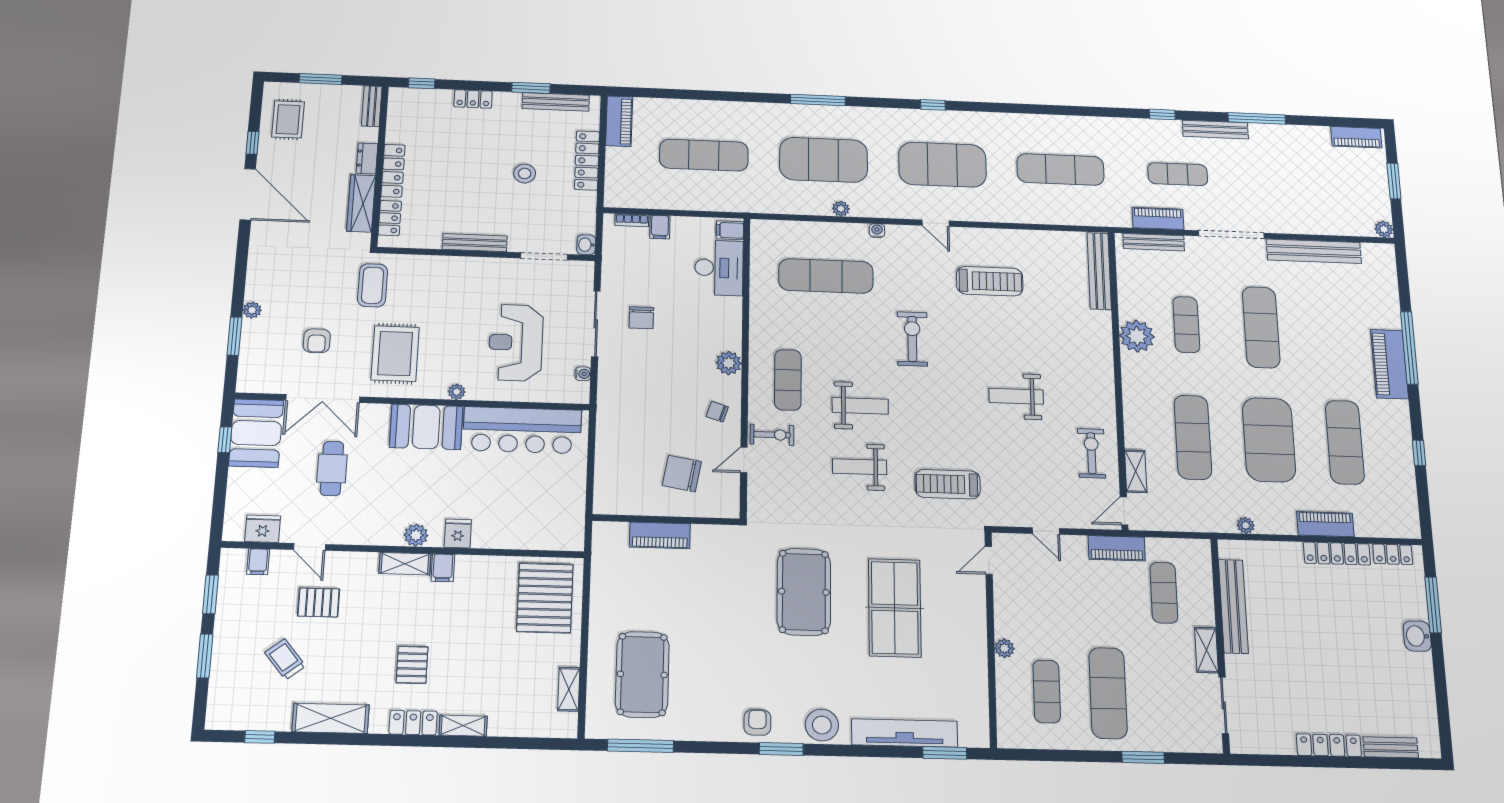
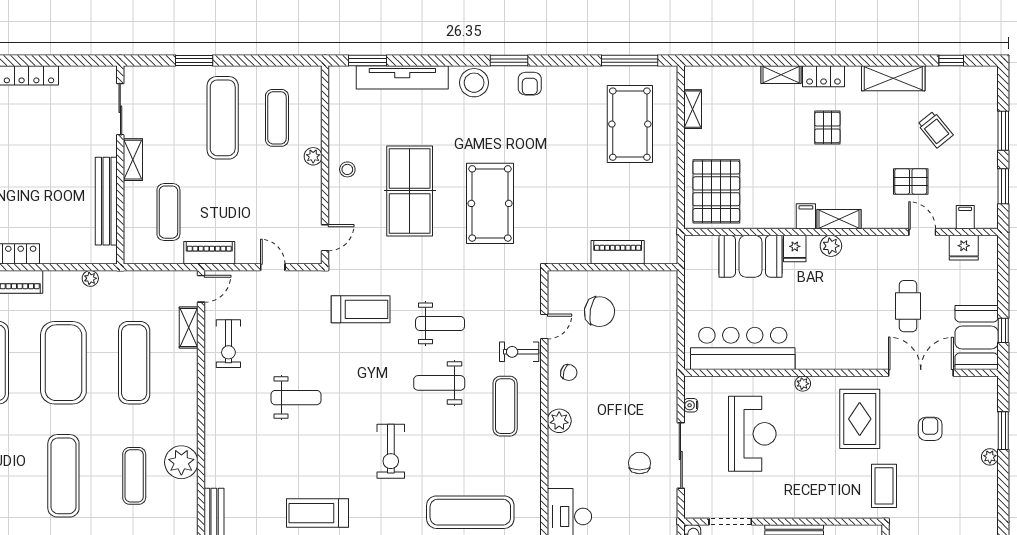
booth: (426, 427) -> (751, 256), moved
stool: (965, 633) -> (347, 169), added

